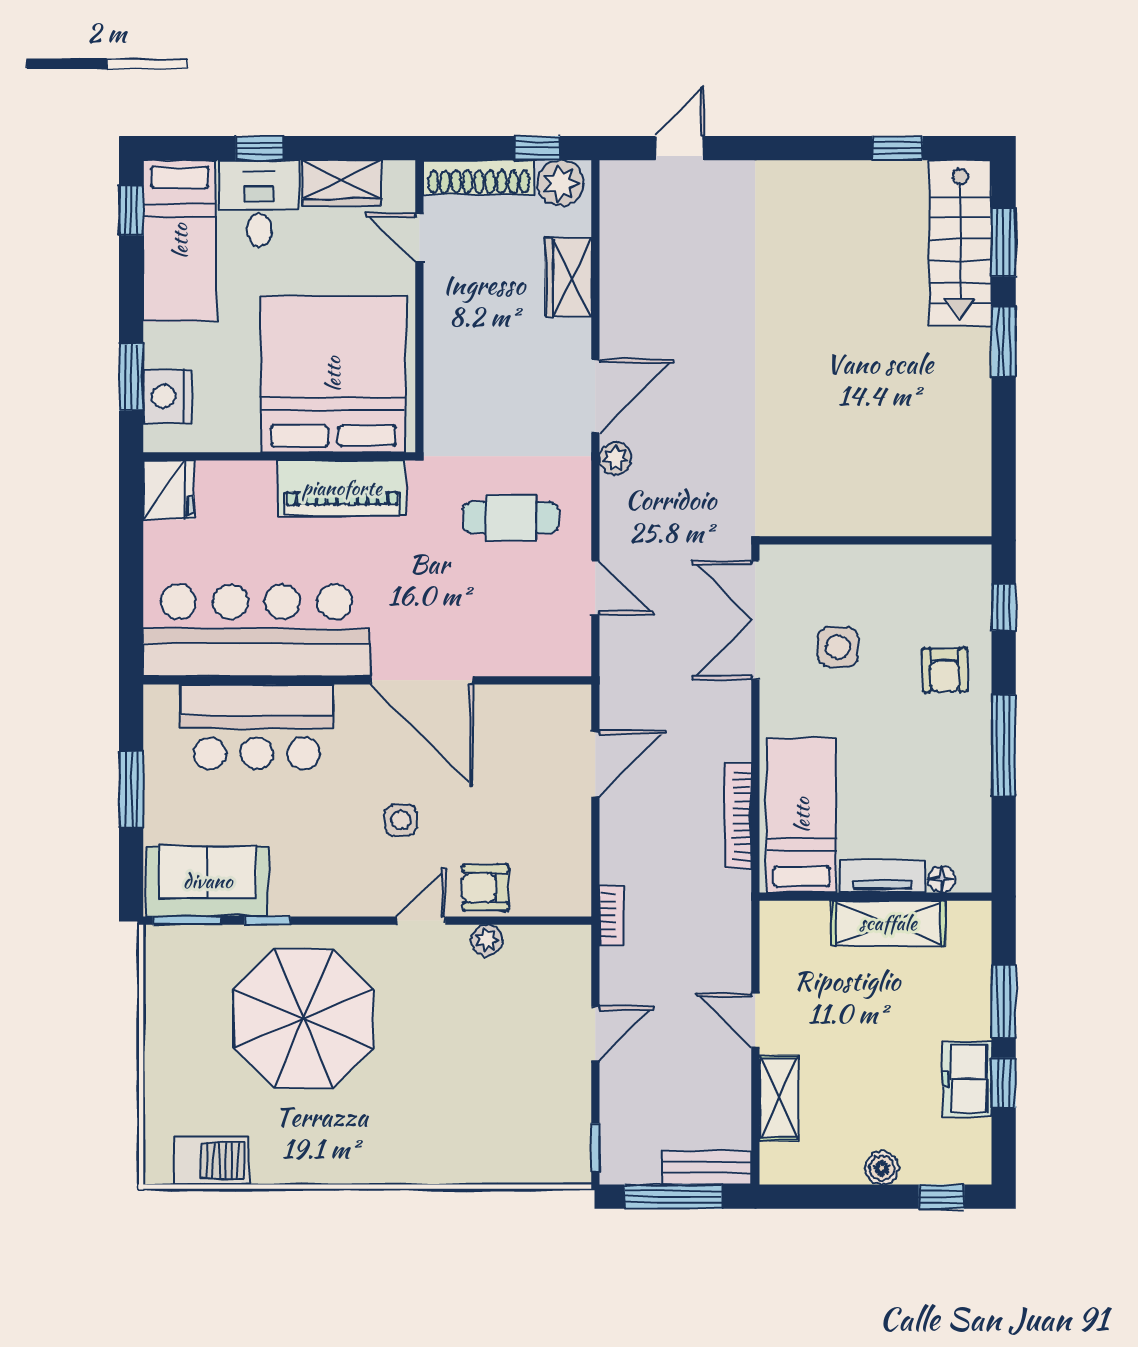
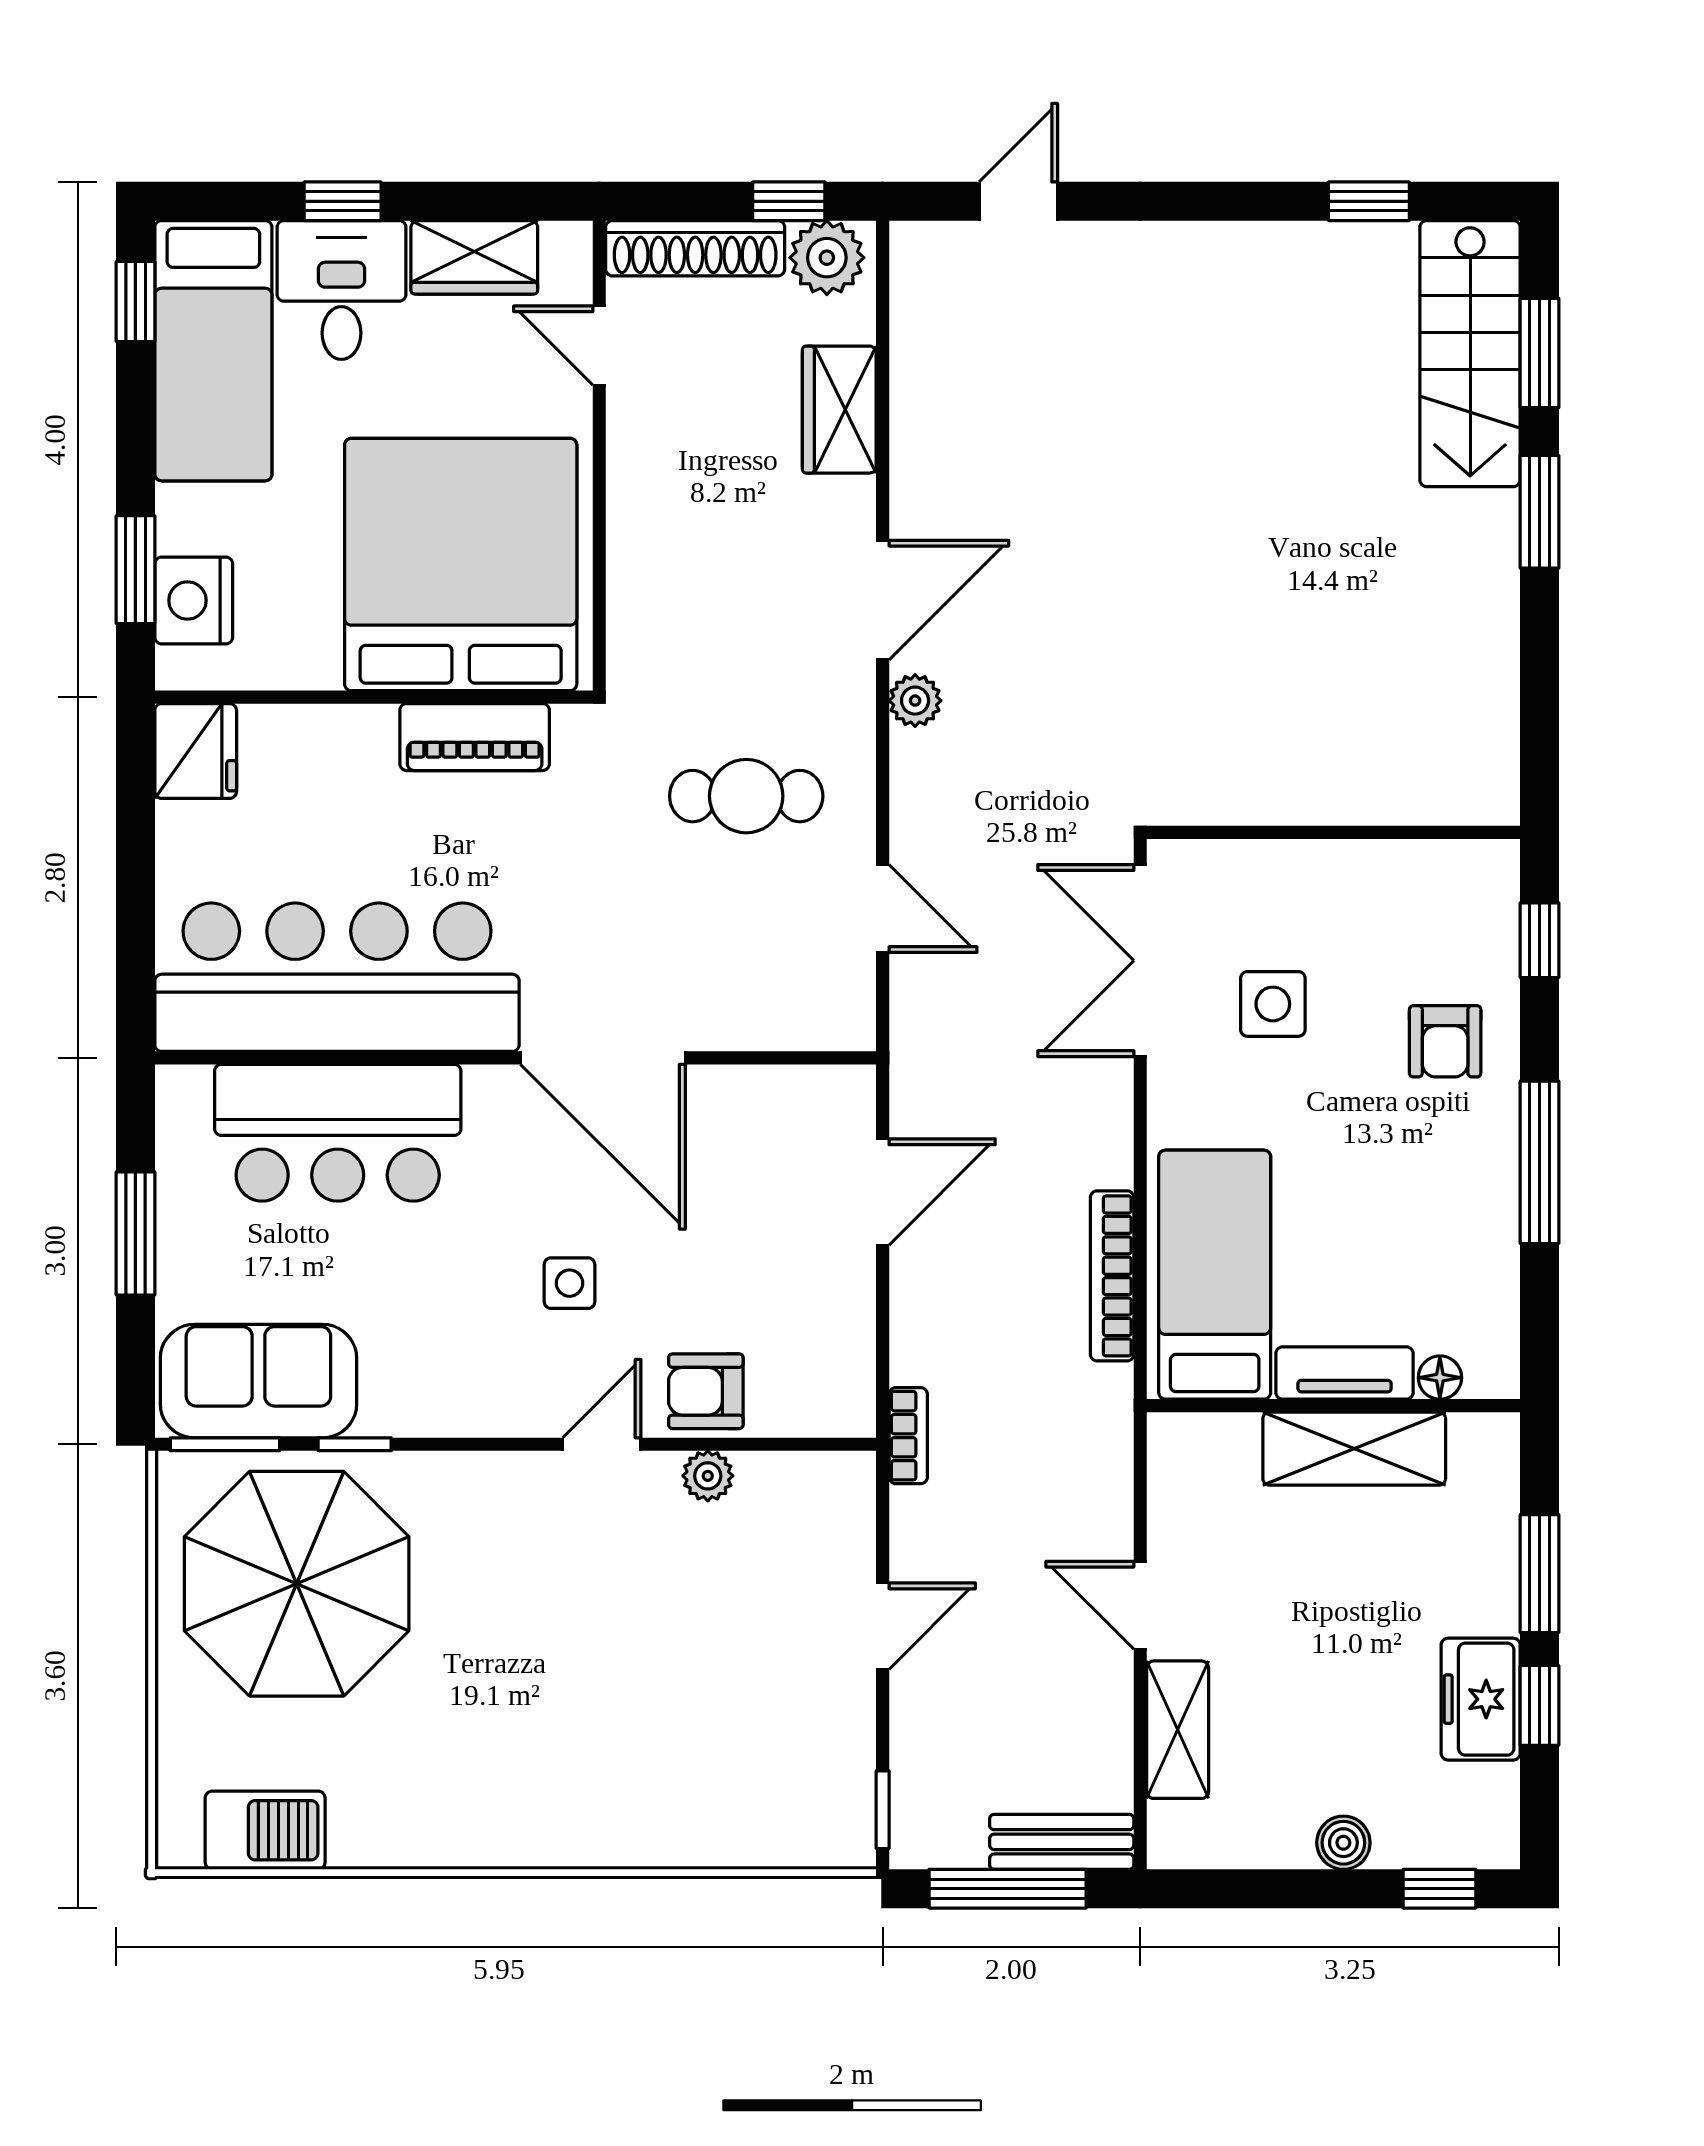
piano: (342, 488) -> (475, 737), width x0.73, depth x0.75
parasol: (304, 1019) -> (297, 1584), moved

